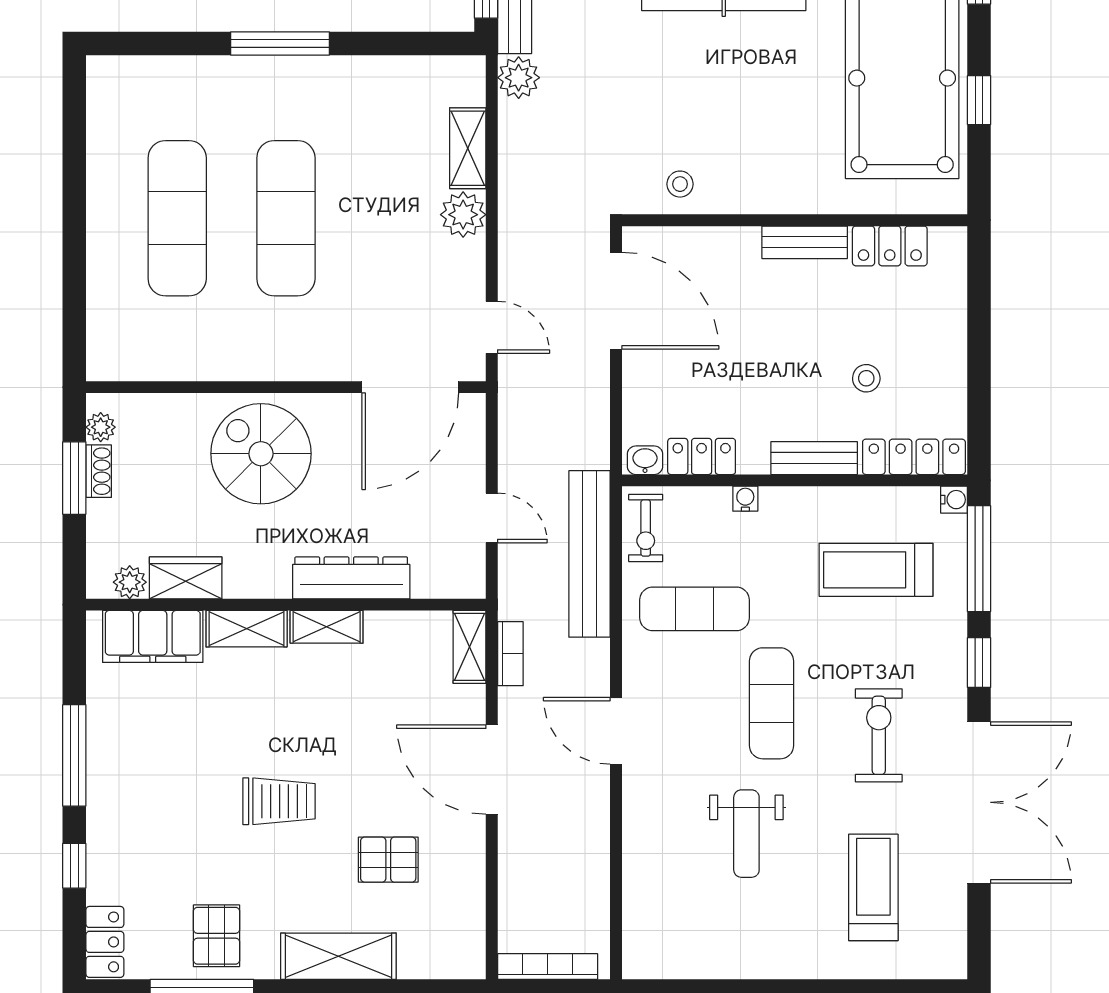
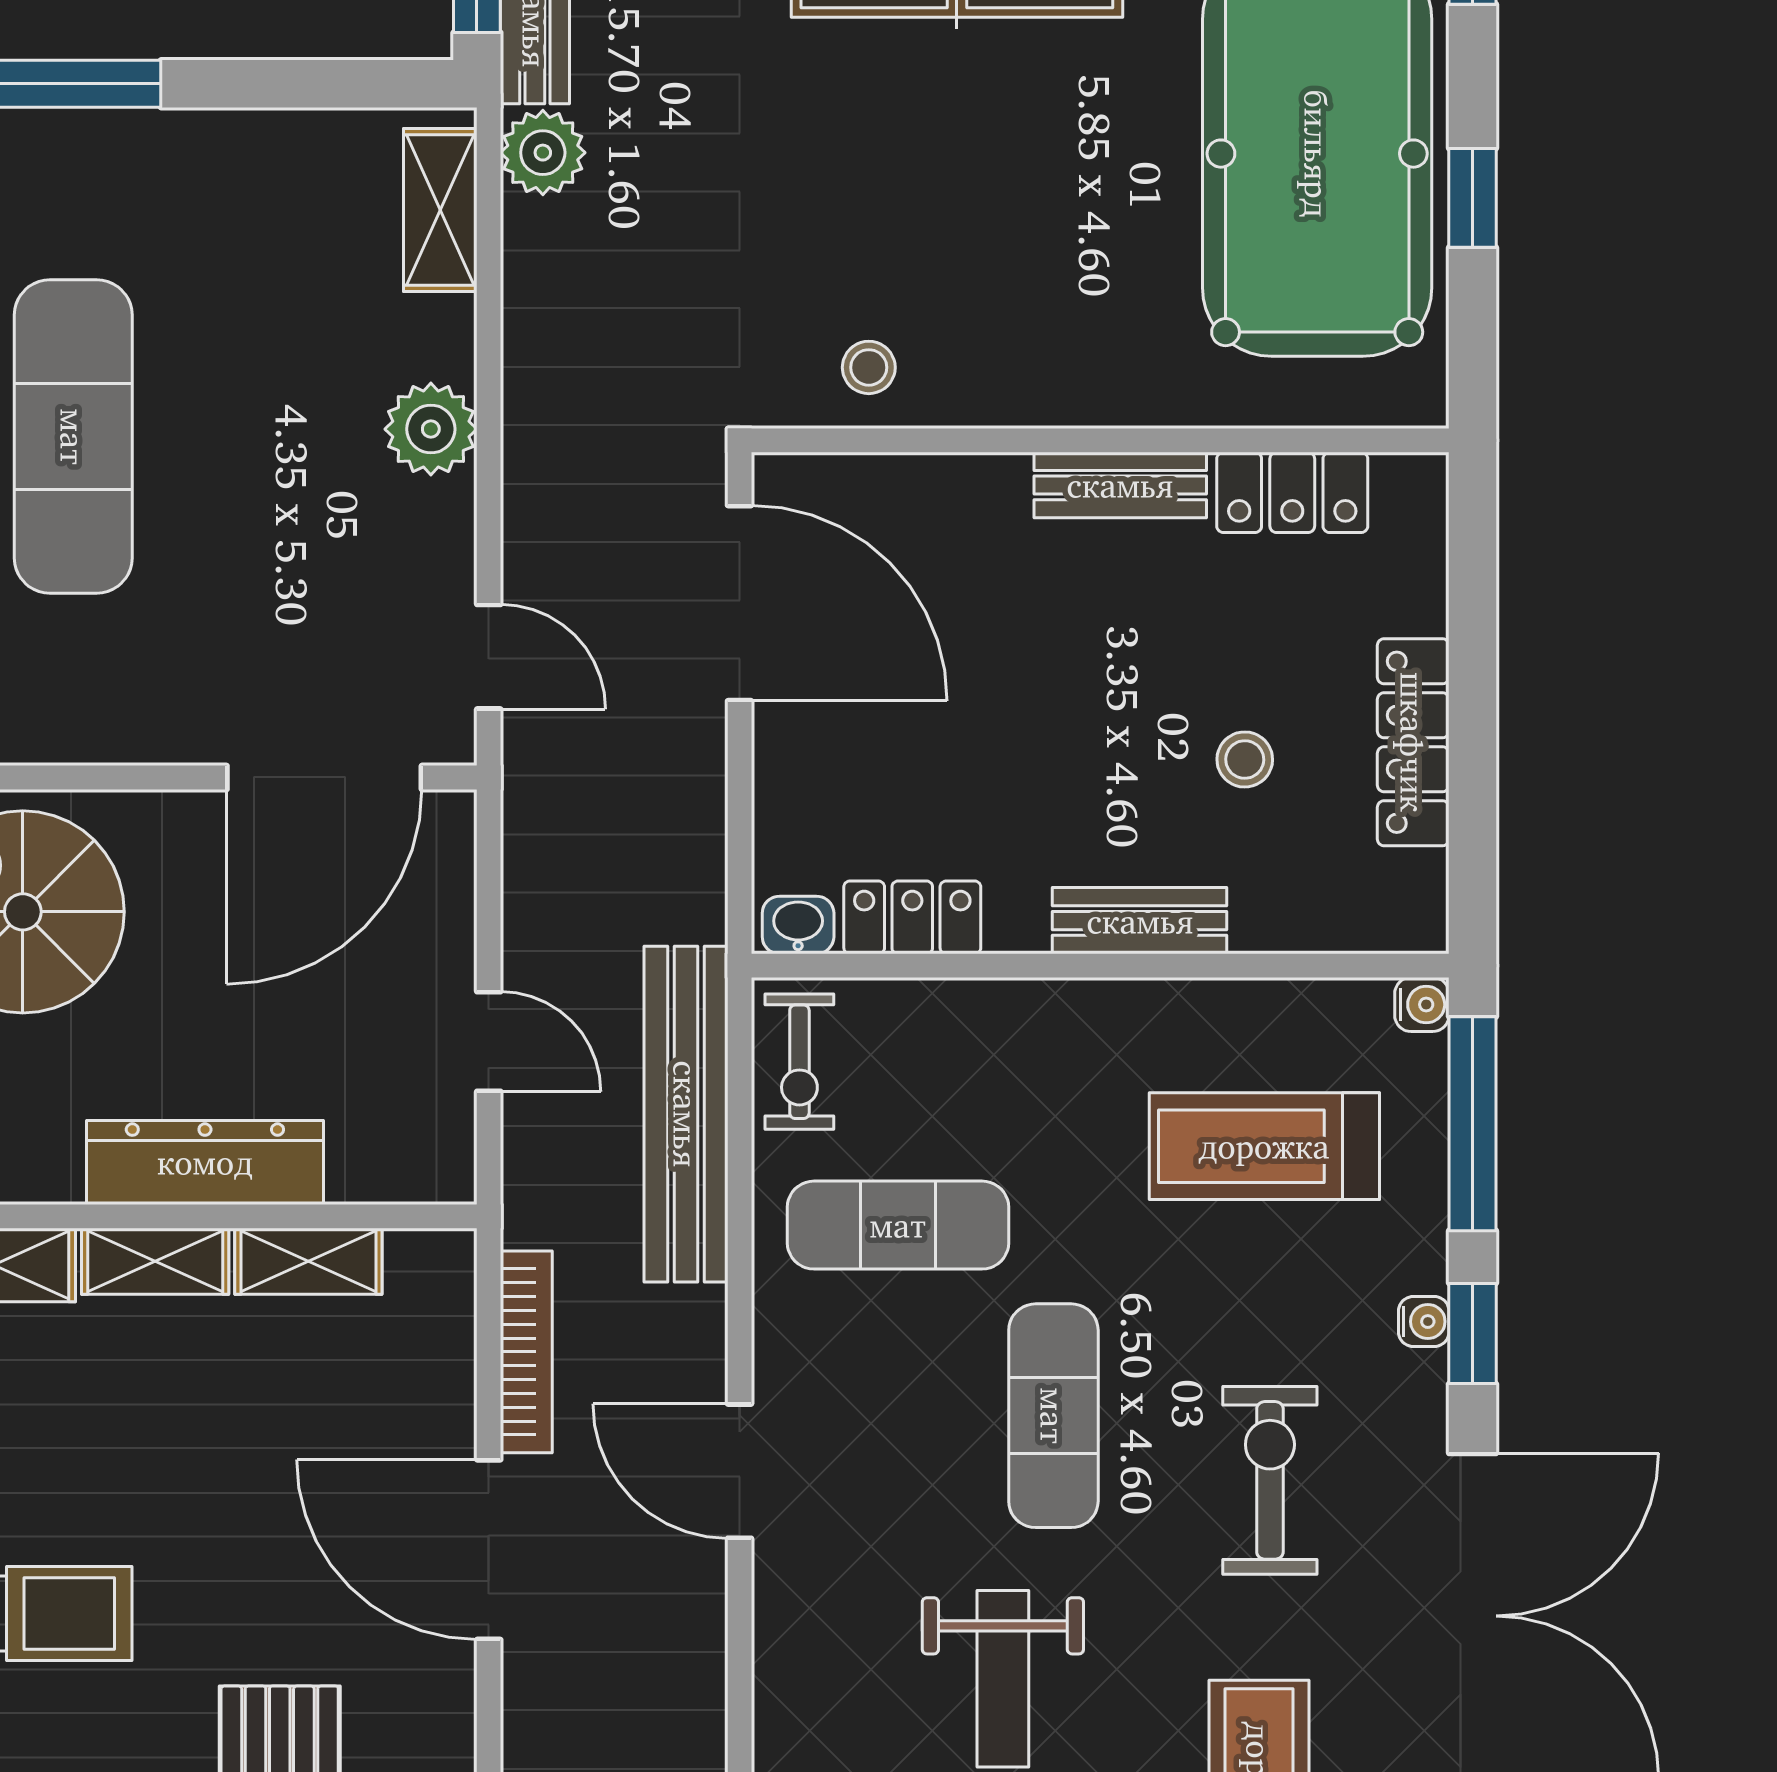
shelving: (468, 148) -> (440, 210), moved
locker: (914, 457) -> (1413, 742), moved, turned -90
water cooler: (745, 499) -> (1424, 1322), moved, turned 90
shelving: (470, 647) -> (308, 1261), moved, turned 90
bookcase: (510, 654) -> (526, 1352), width x1.56

